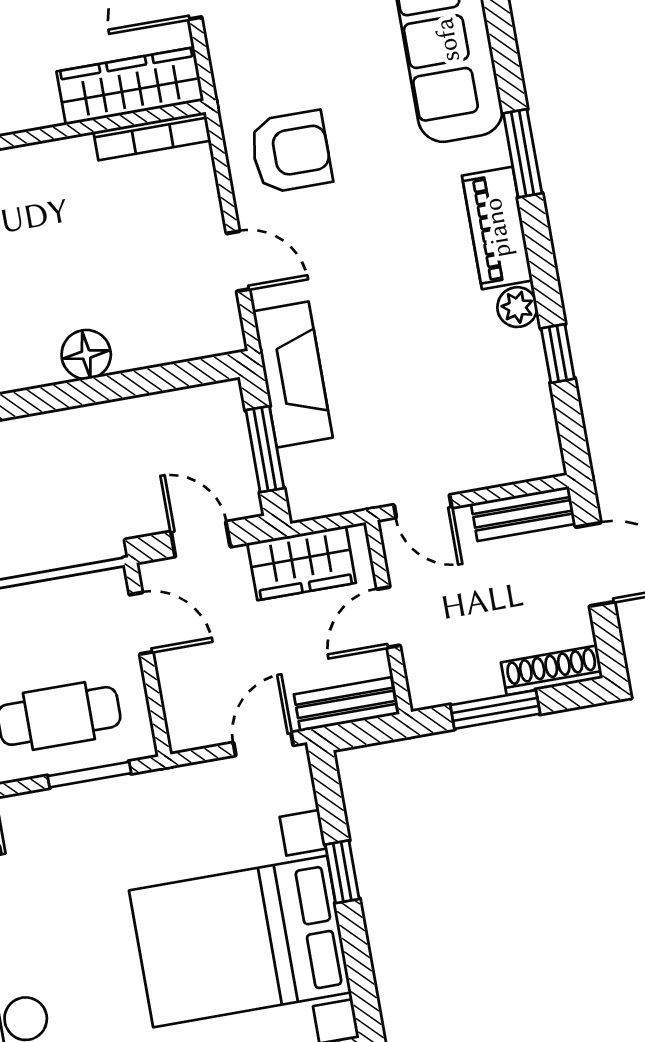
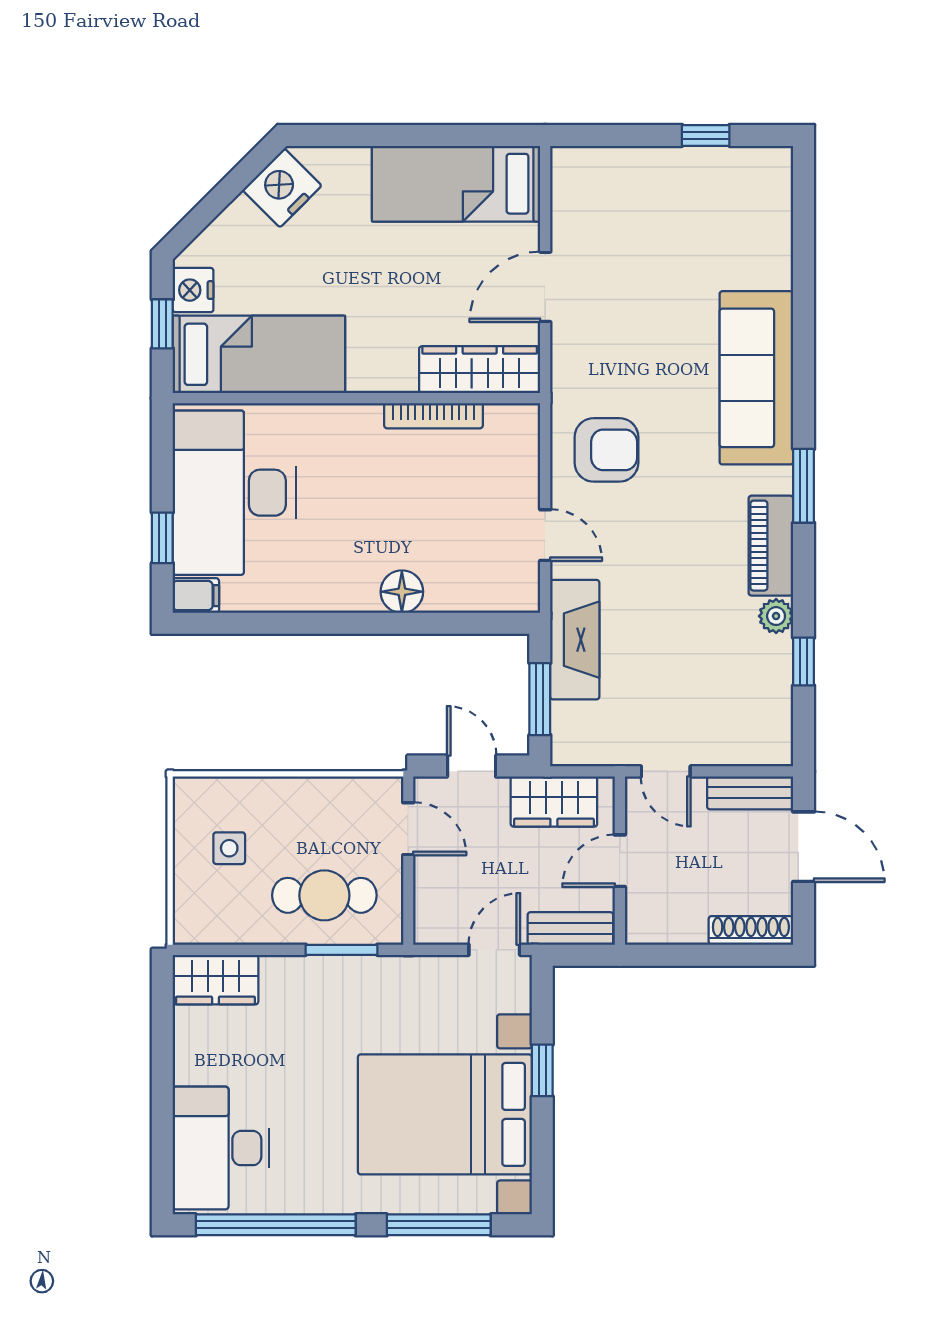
bookcase: (152, 136) -> (433, 416), moved
window: (495, 709) -> (697, 955), removed

